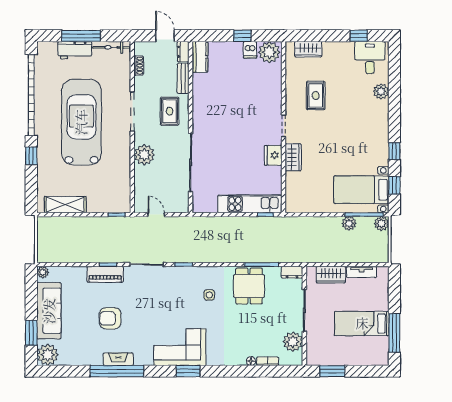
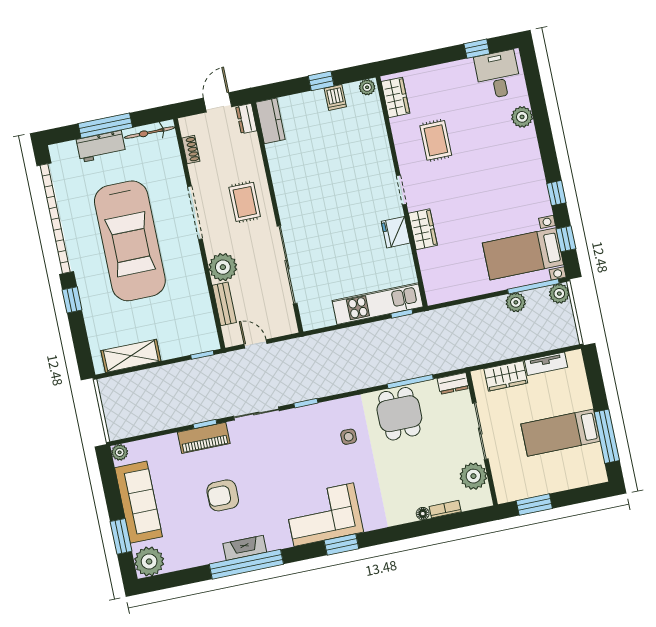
door: (165, 36) -> (218, 102), hinge flipped
wardrobe: (308, 49) -> (395, 97), moved, turned -90
plant: (269, 52) -> (367, 87), width x0.53, depth x0.53
bench: (183, 78) -> (224, 304), moved
car: (81, 122) -> (130, 241), turned 180

